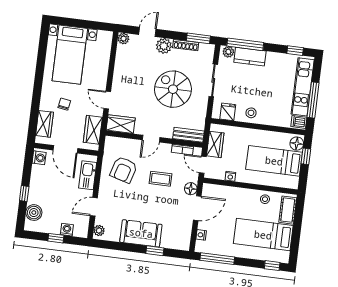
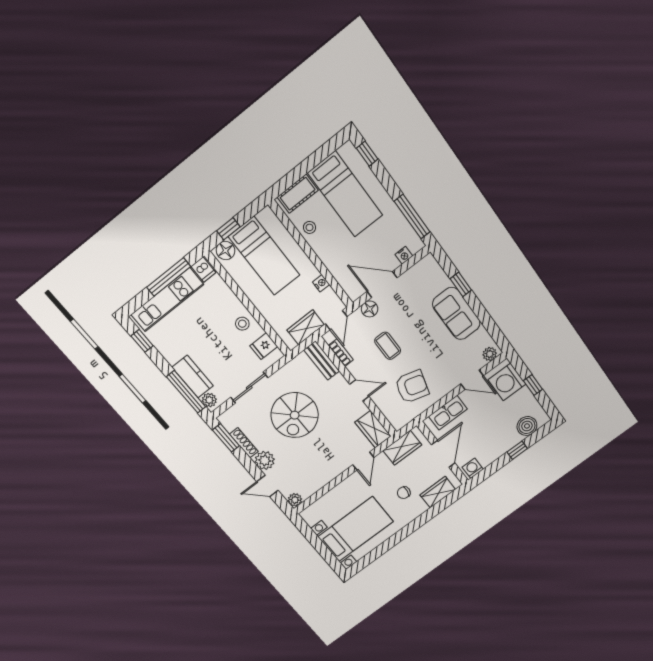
washing machine: (67, 230) -> (507, 382), width x1.89, depth x1.89

